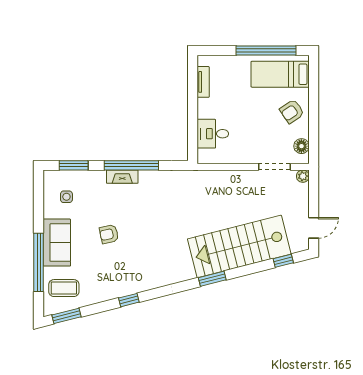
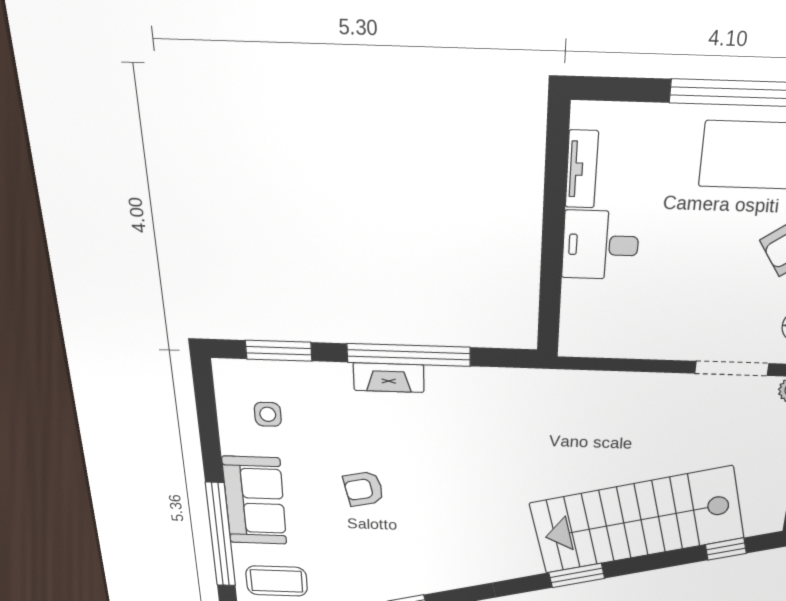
desk: (213, 134) -> (600, 245), moved

